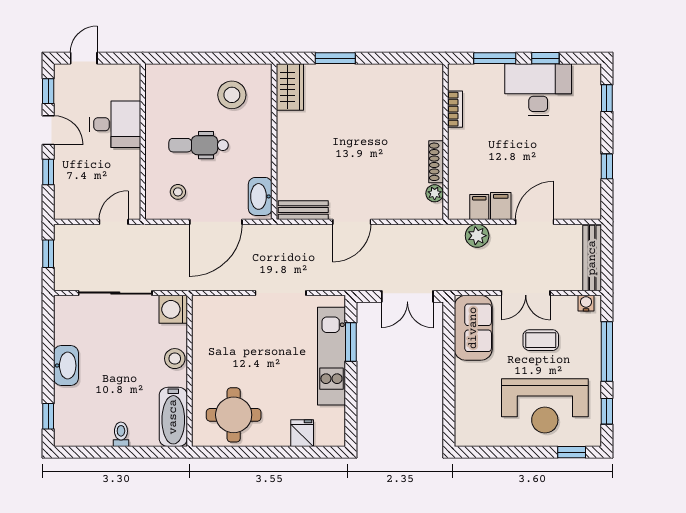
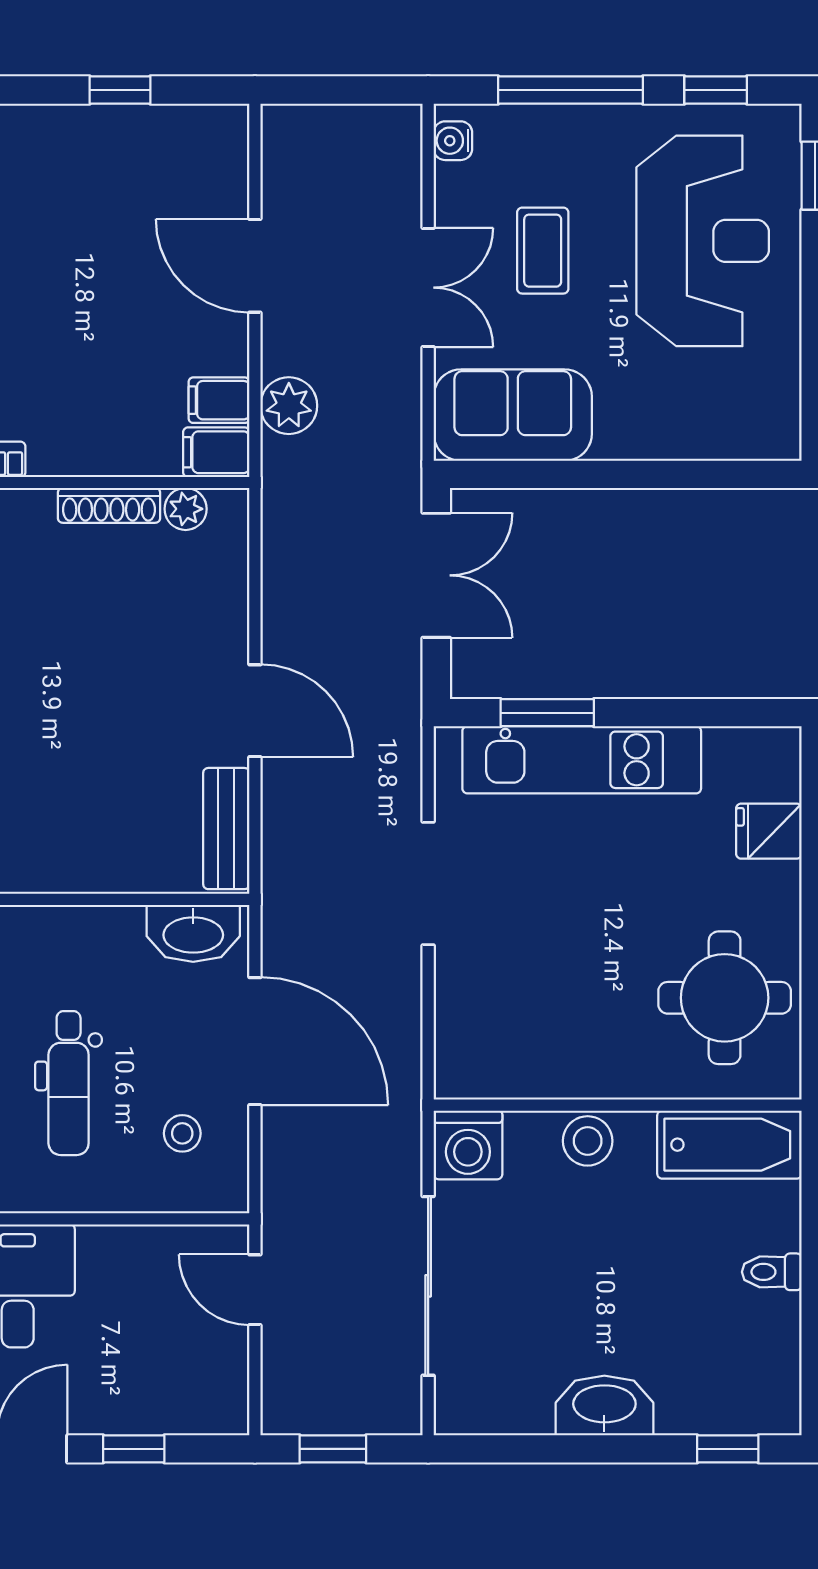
filing cabinet: (501, 206) -> (216, 452), moved
bench: (592, 258) -> (343, 126), removed

